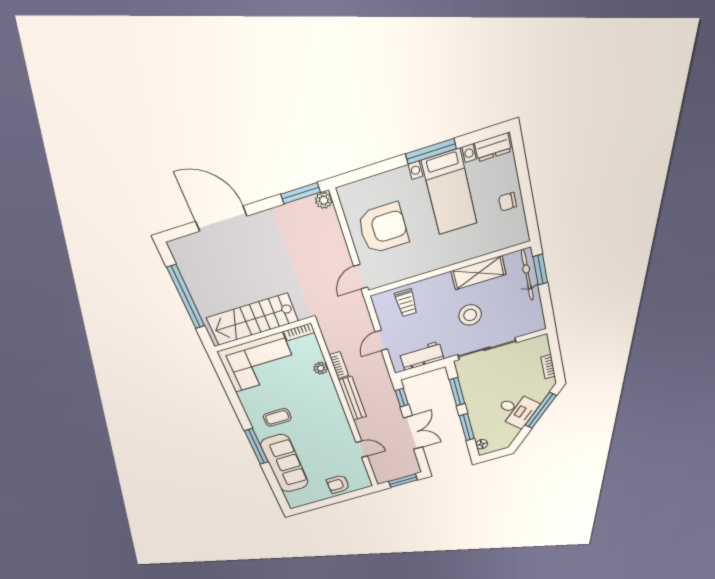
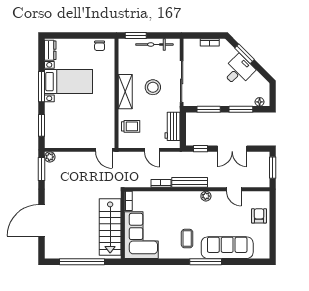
window: (369, 171) -> (41, 125), added
chair: (508, 202) -> (100, 46), moved
armchair: (383, 228) -> (78, 127), removed
shelving: (478, 273) -> (125, 92), moved
bicycle: (527, 275) -> (154, 45), moved
plant: (321, 368) -> (206, 196), moved
window: (541, 410) -> (245, 54), width x0.69
double door: (413, 433) -> (232, 149), swing flipped
door: (362, 449) -> (234, 189), swing flipped
armchair: (338, 484) -> (259, 216), turned 180

